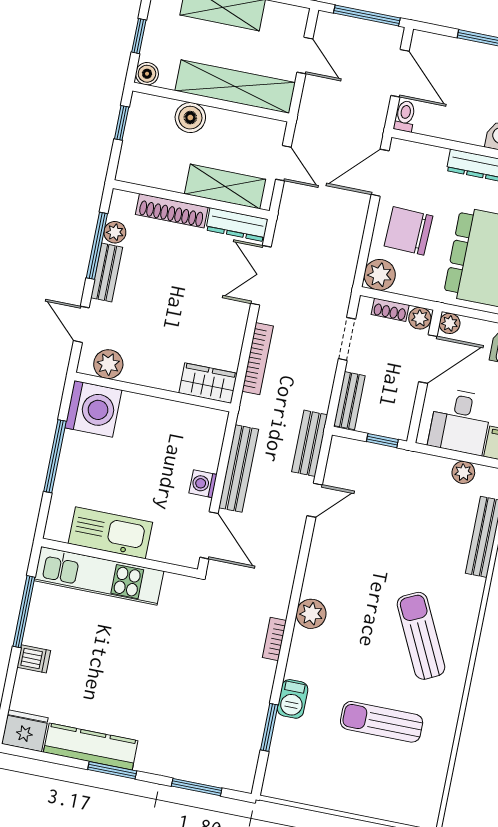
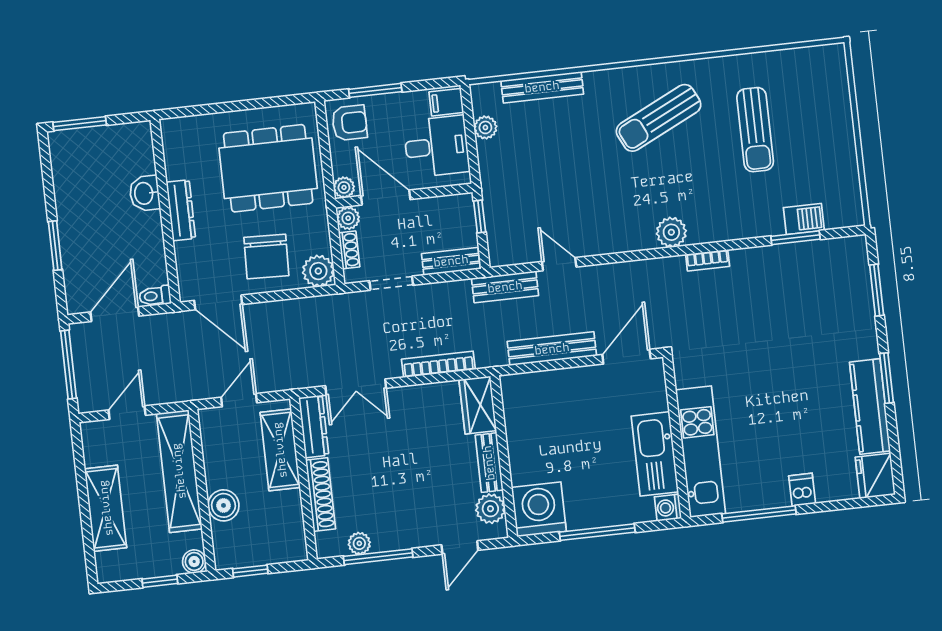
bench: (107, 272) -> (489, 463), moved, turned 90
washing machine: (203, 484) -> (668, 508), moved, turned 90
barbecue: (293, 699) -> (804, 219), moved

